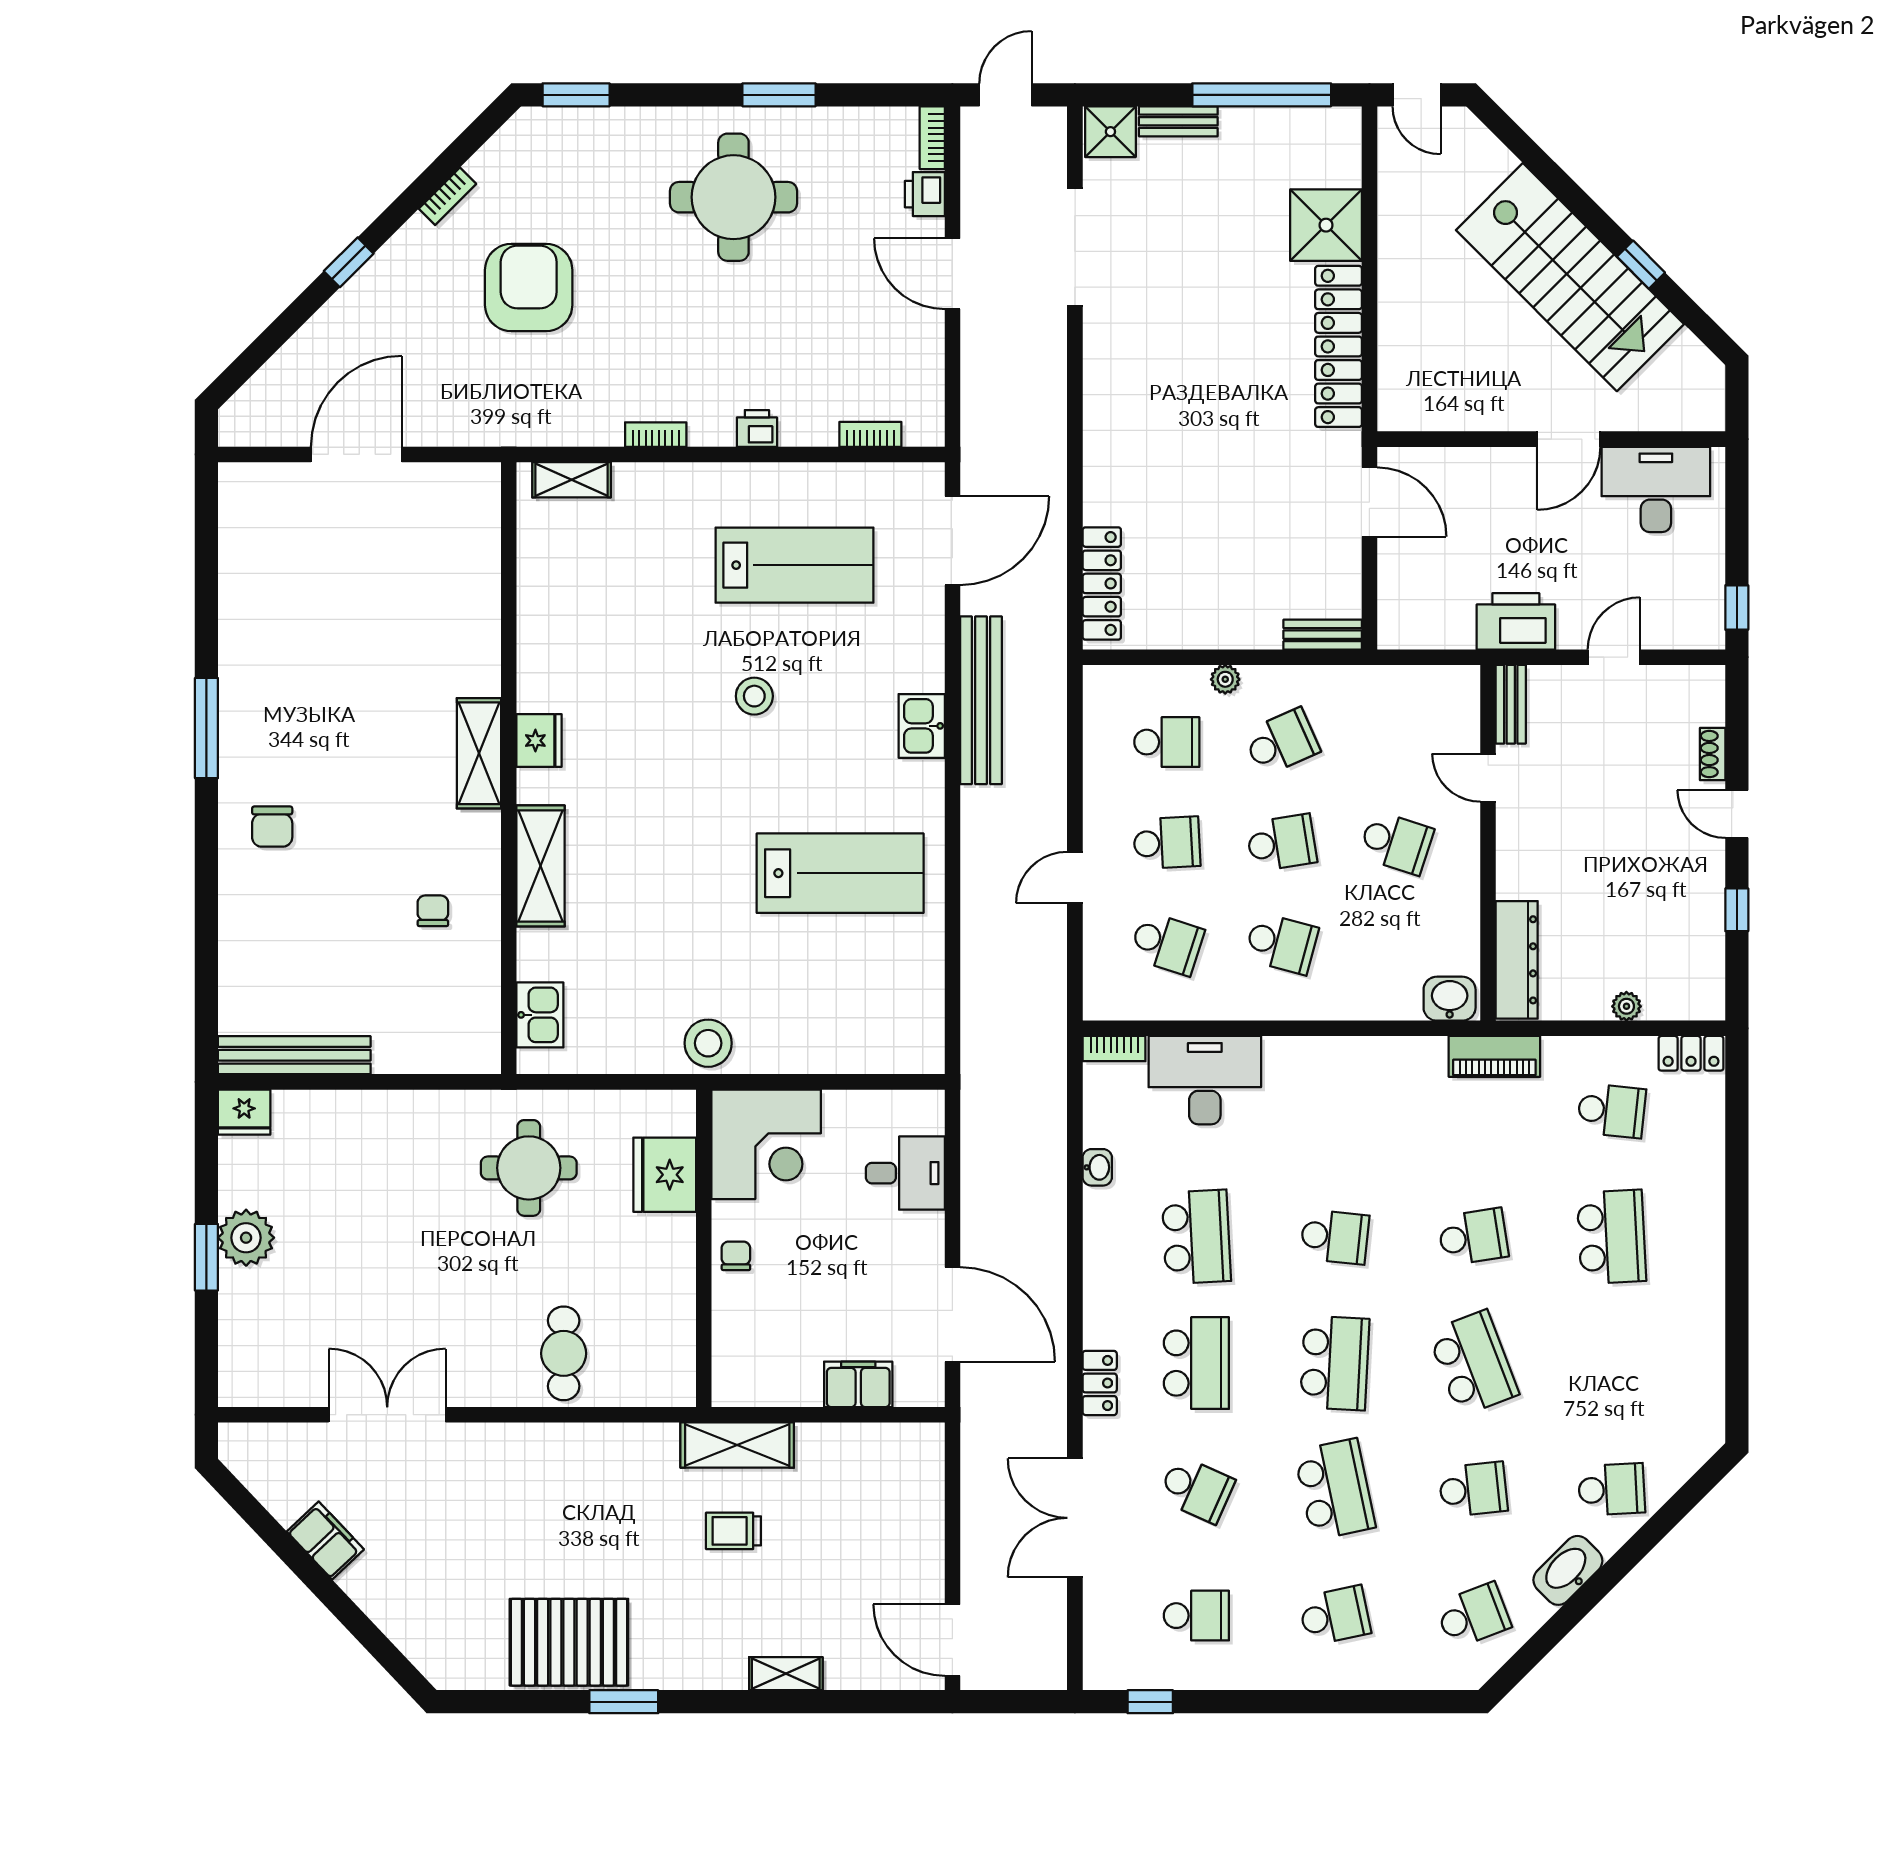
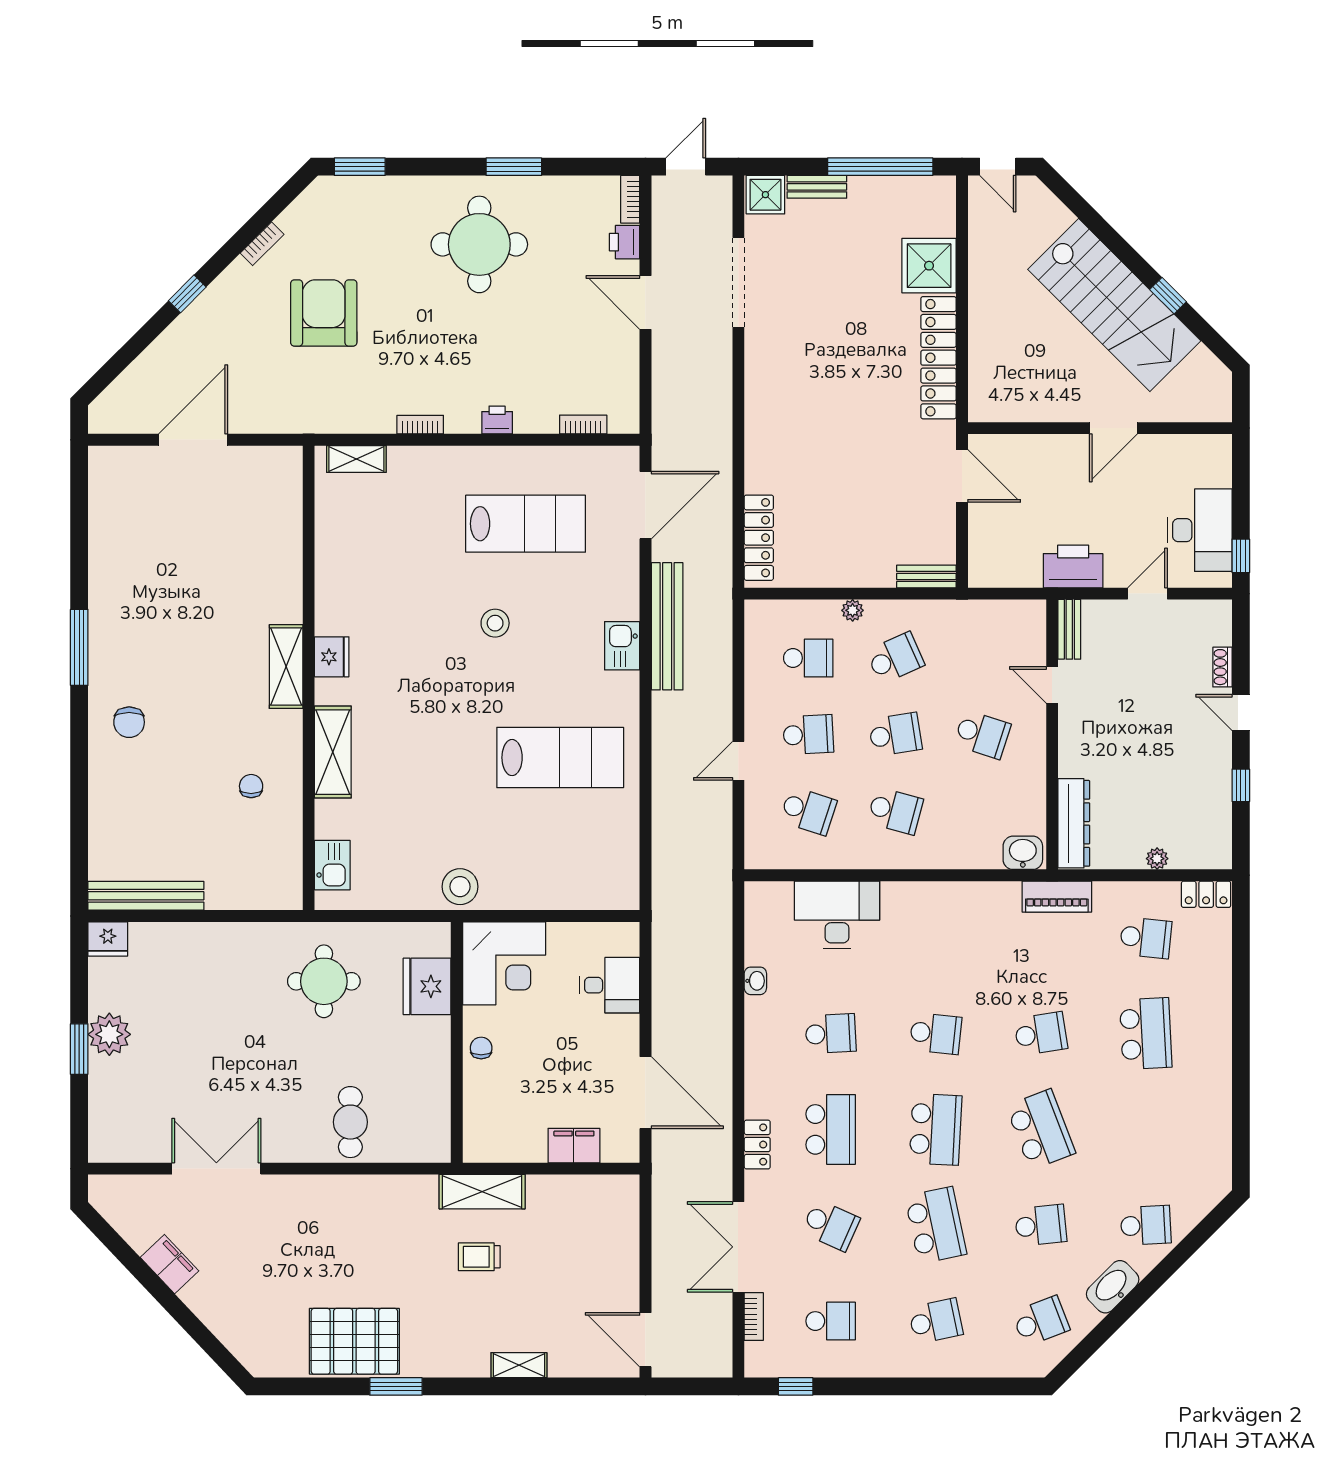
desk: (1656, 489) -> (1200, 530), moved, turned 90
bookcase: (1114, 1049) -> (754, 1317), moved, turned -90
school desk: (1196, 1237) -> (831, 1034), width x0.54

